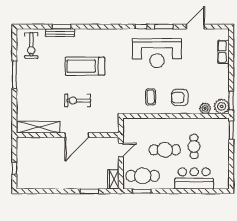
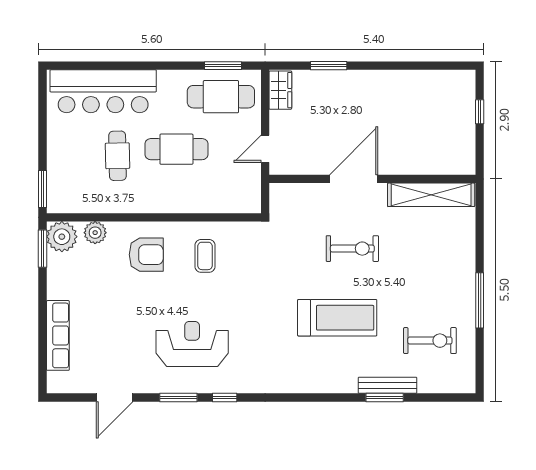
exercise bike: (31, 46) -> (430, 341), moved, turned 90
row of seats: (224, 52) -> (58, 335), width x1.48
reception desk: (157, 53) -> (192, 344), width x0.74, depth x0.77
bar counter: (194, 179) -> (103, 91), width x1.36

